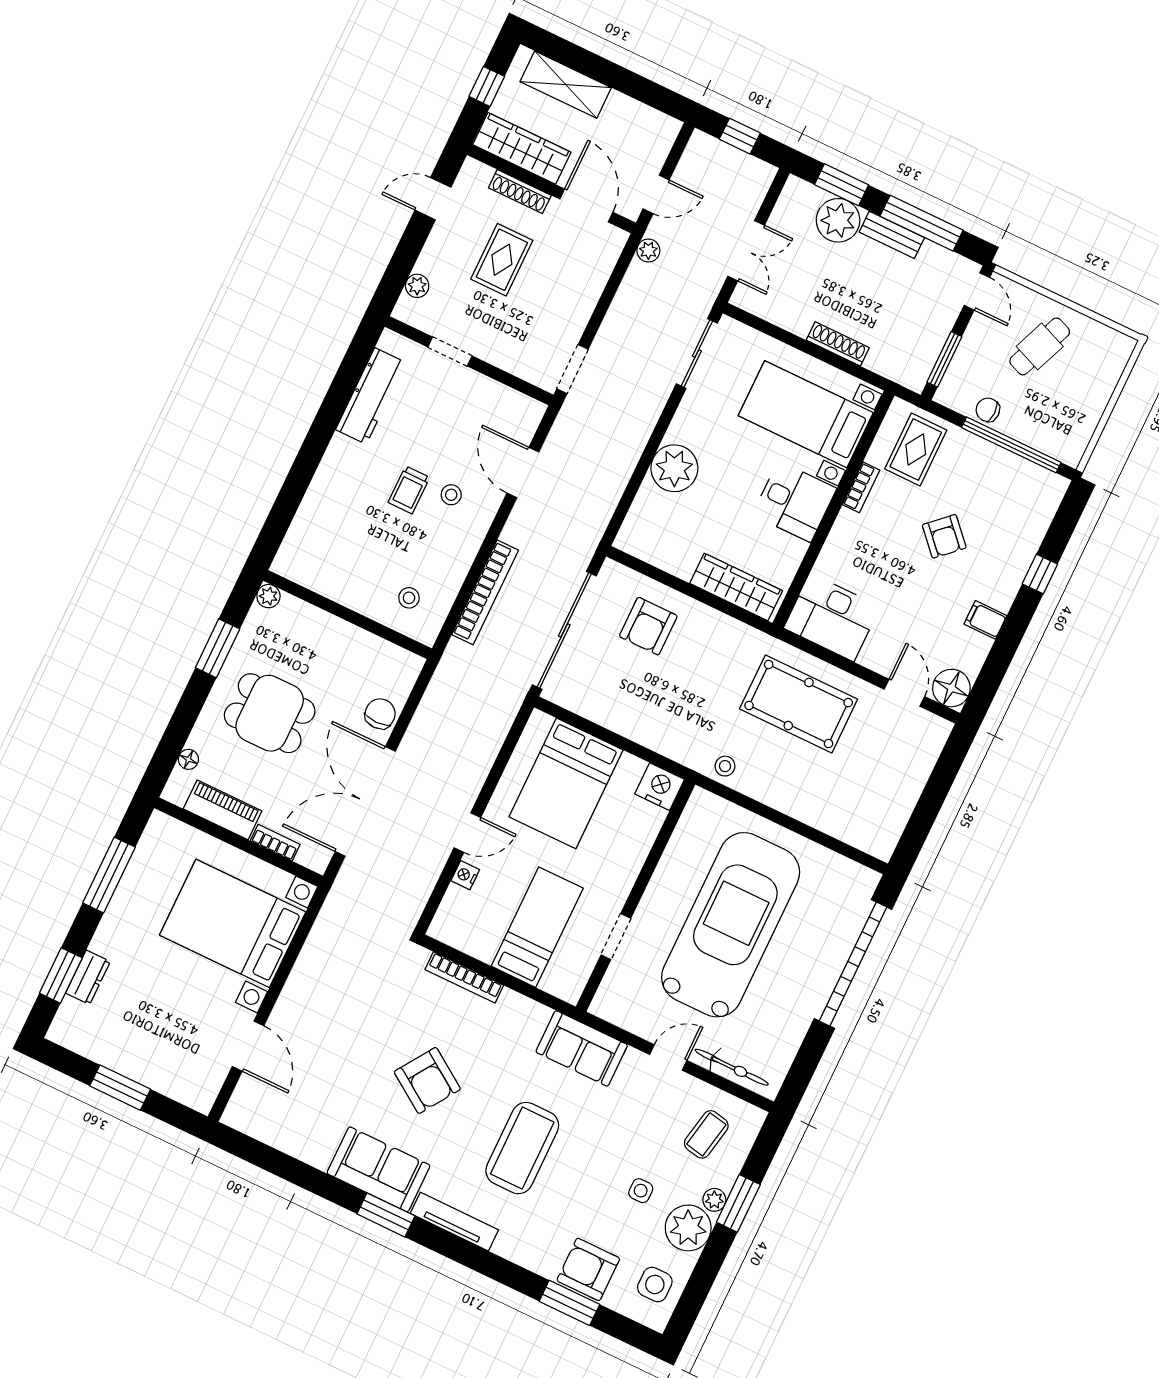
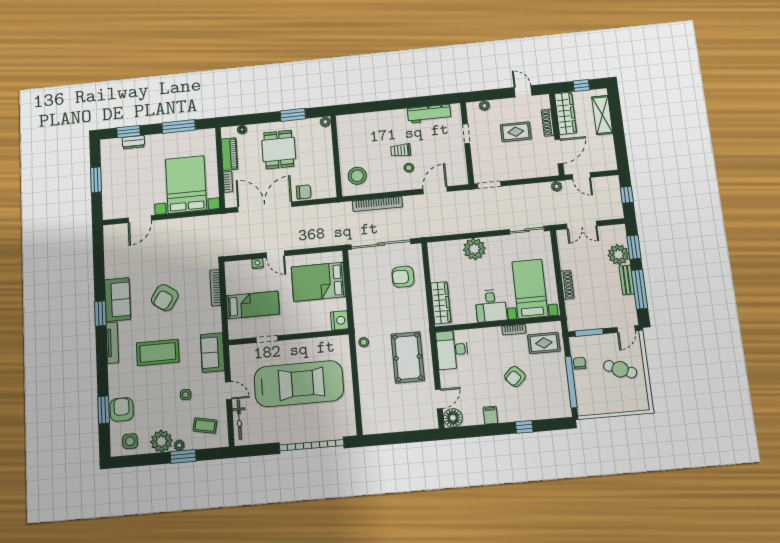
stool: (409, 598) -> (357, 176), width x1.89, depth x1.89
side table: (641, 1191) -> (186, 395), moved

